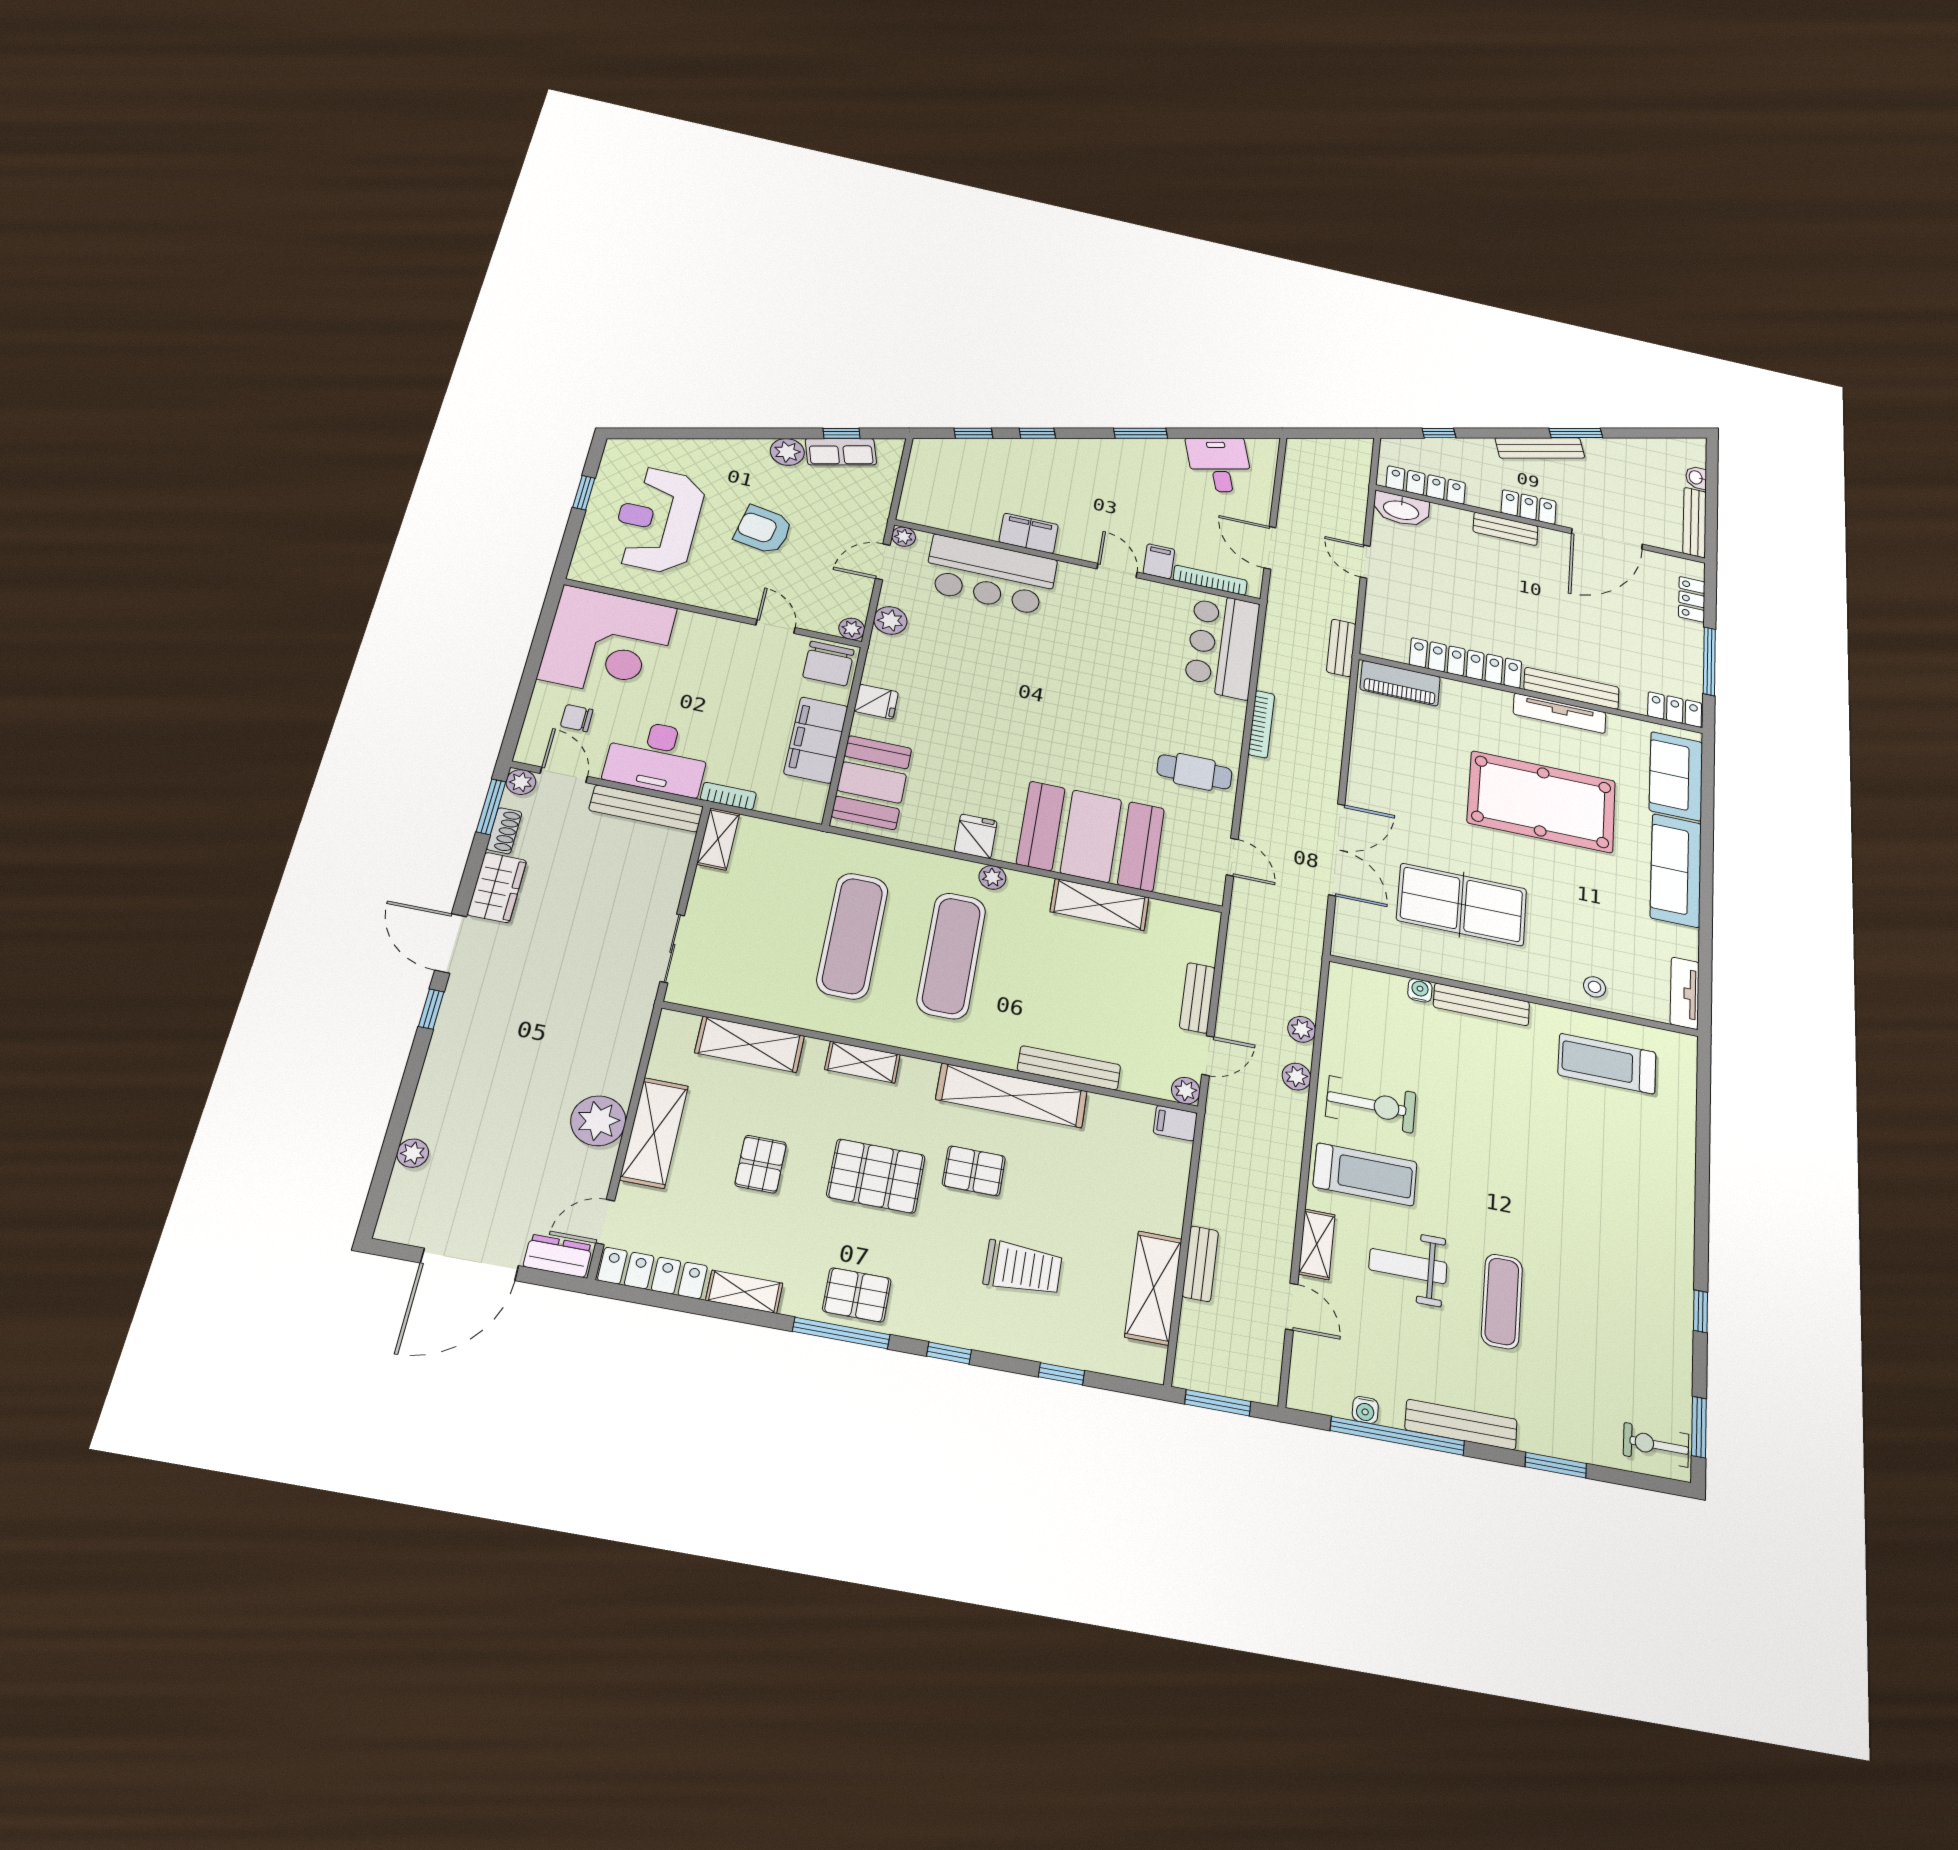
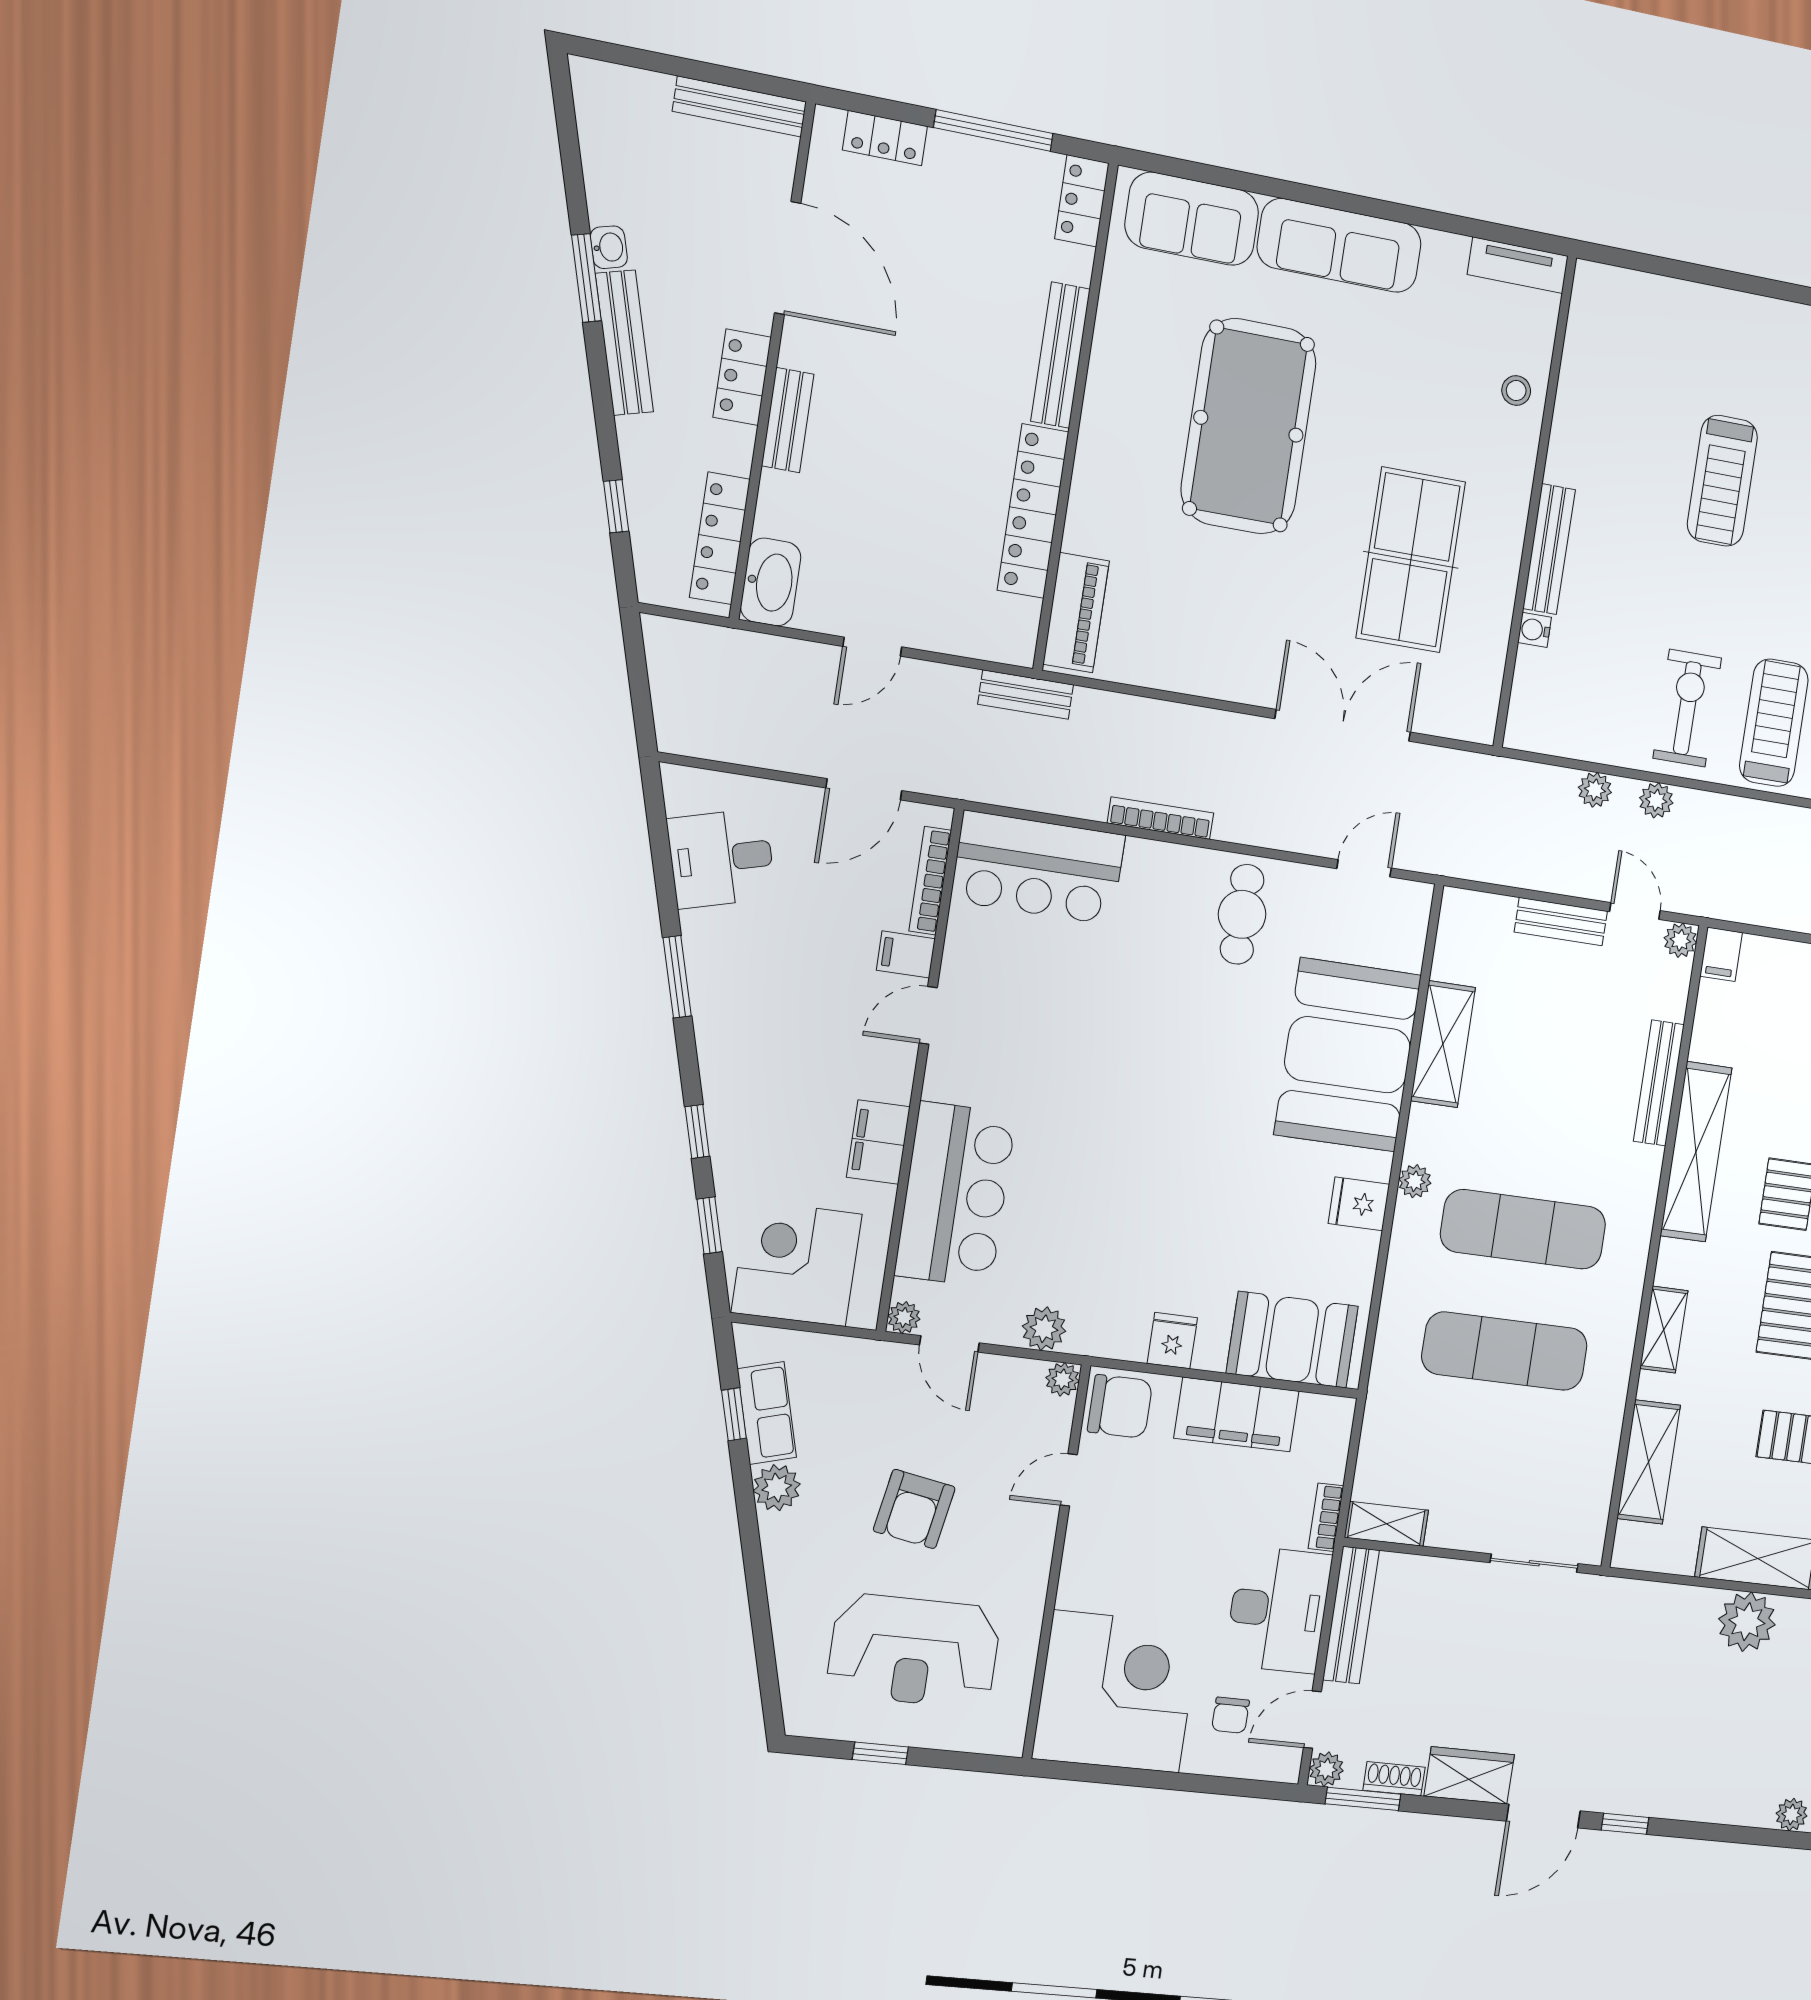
washbasin: (1696, 478) -> (609, 247), moved, turned -106
corner desk: (945, 479) -> (797, 1263), added
tv unit: (1560, 713) -> (1104, 379), removed
treadmill: (1607, 1064) -> (1722, 481), moved

